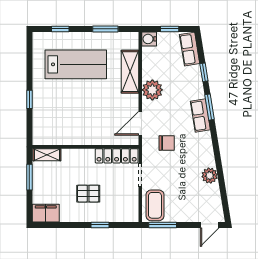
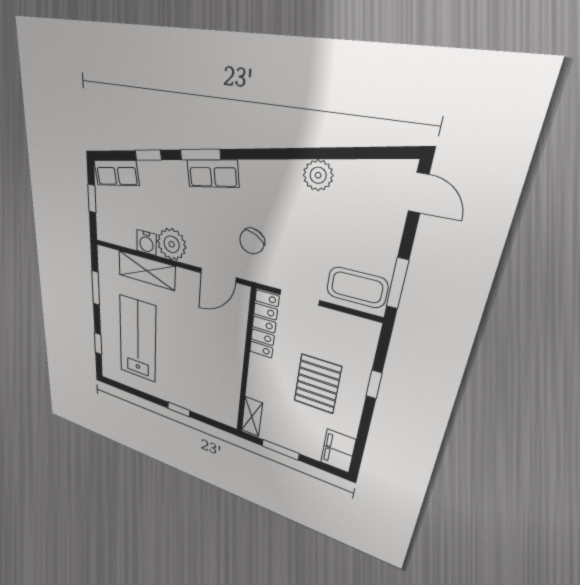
water cooler: (149, 39) -> (146, 243), moved
door: (140, 123) -> (218, 275), hinge flipped
chair: (167, 143) -> (252, 241), turned -153
pallet: (88, 194) -> (317, 384), width x1.50, depth x1.42

